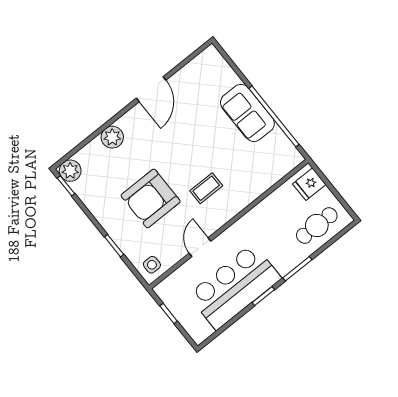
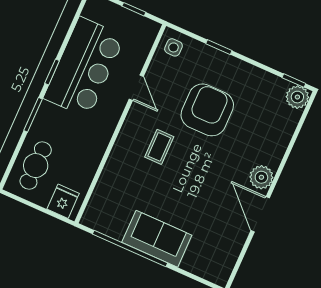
plant: (112, 137) -> (261, 177), moved

